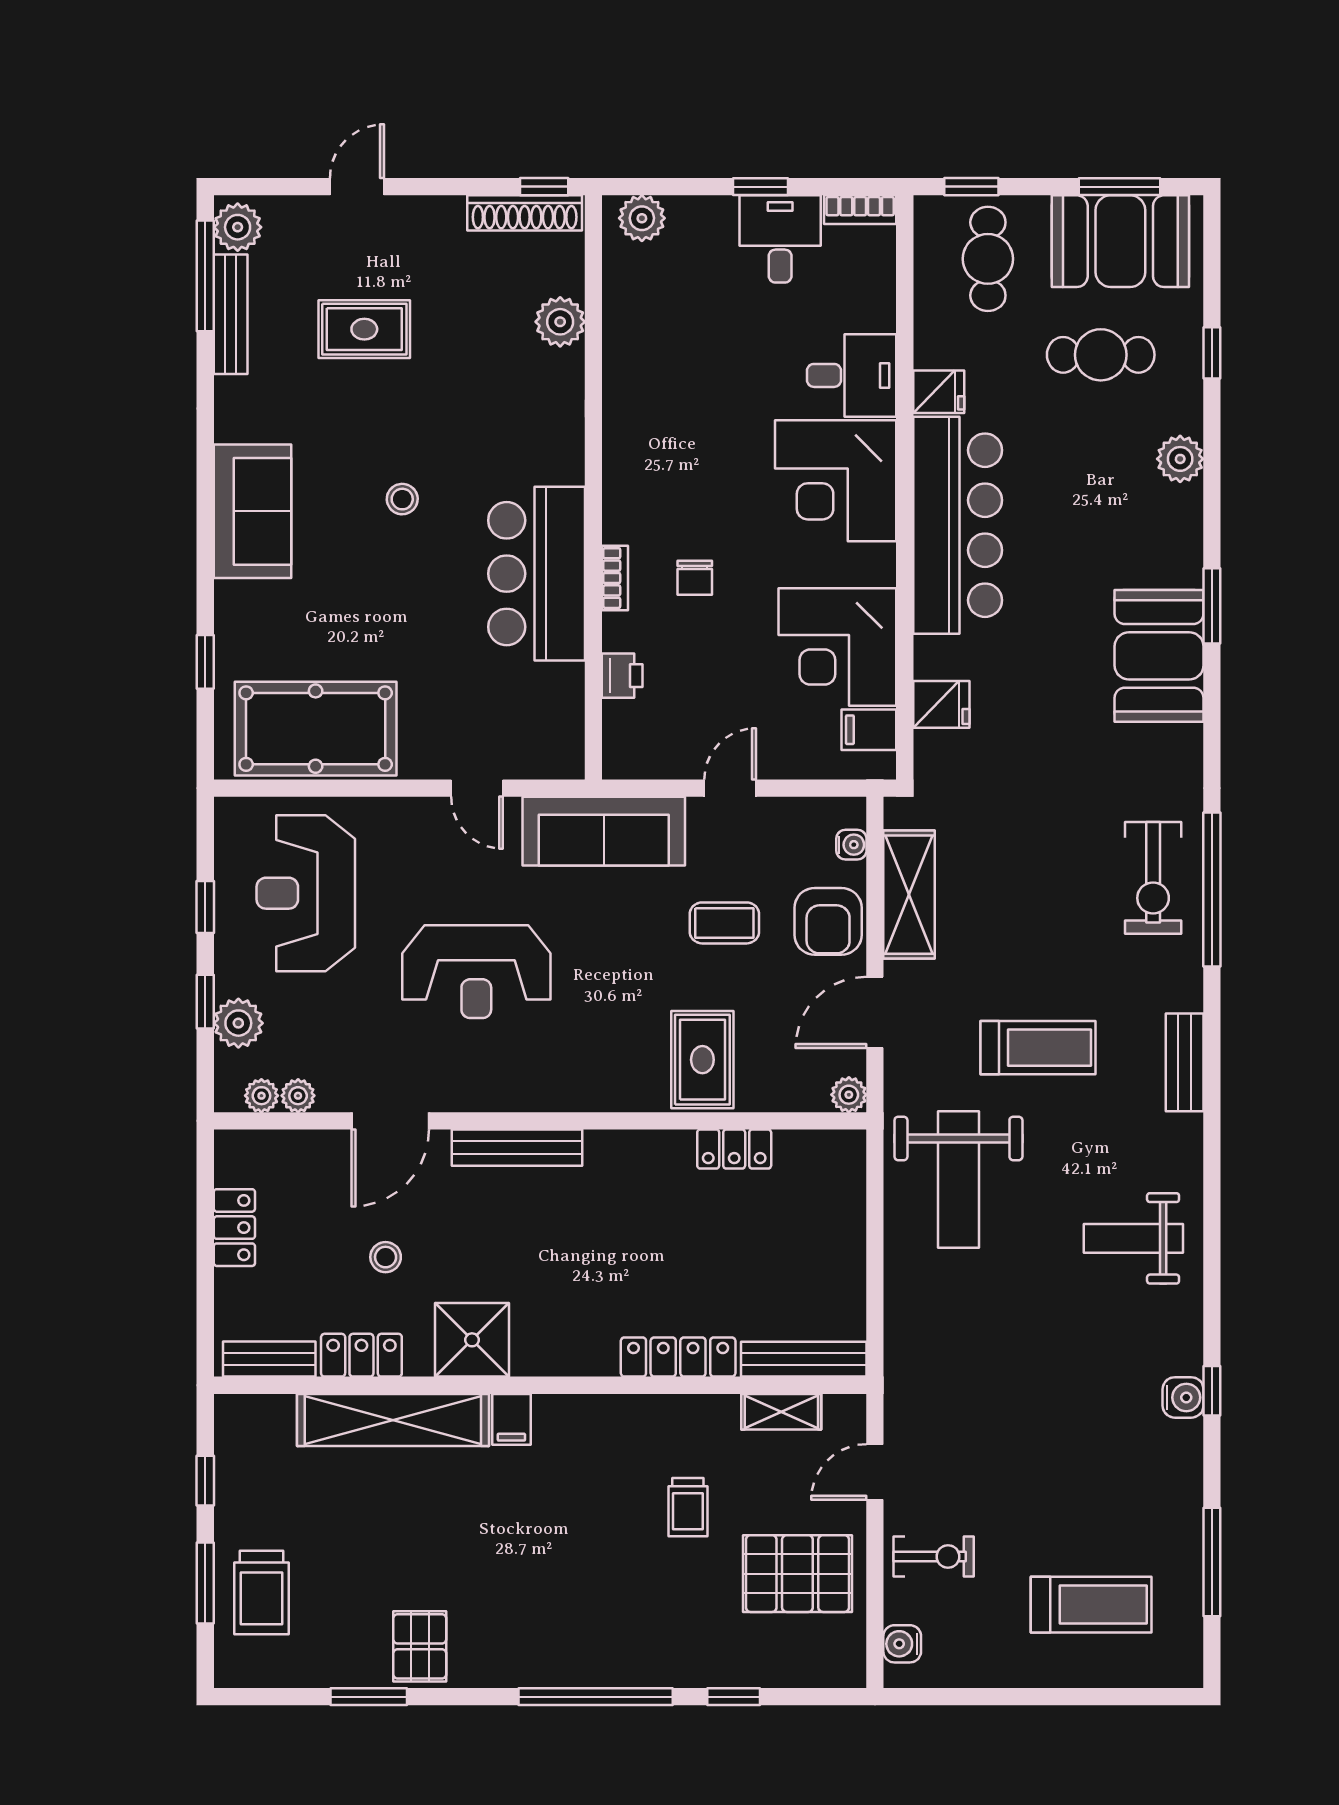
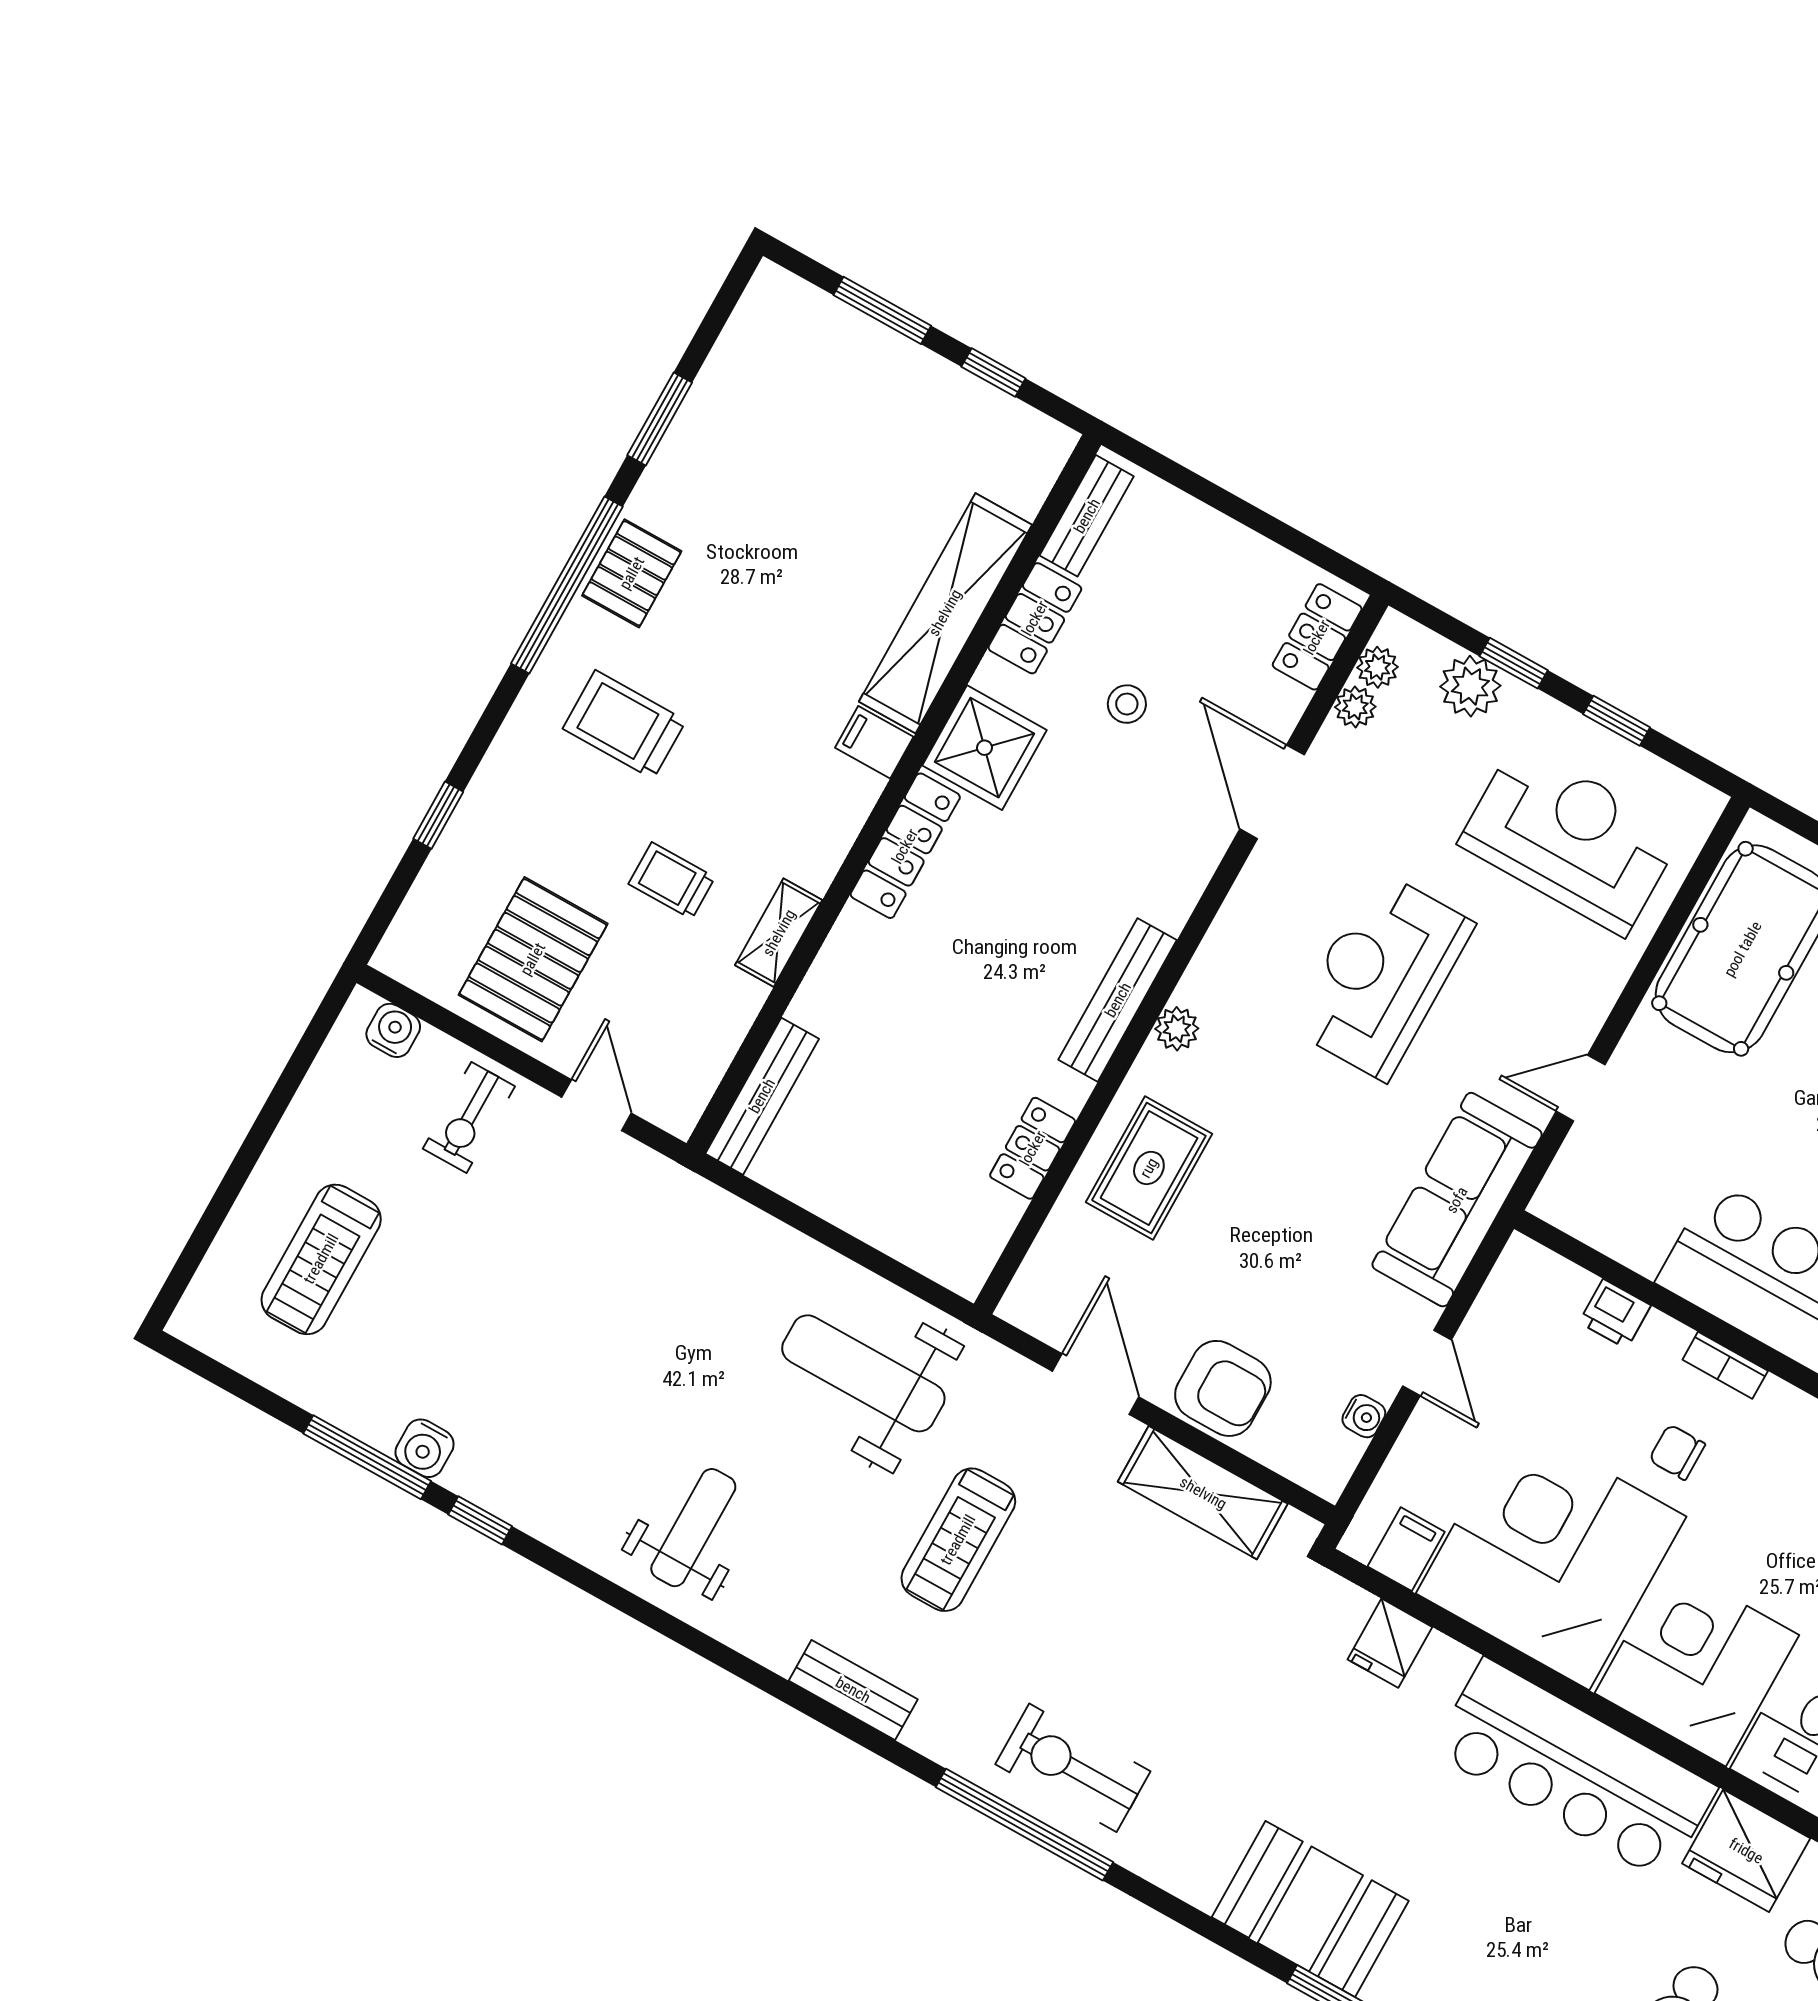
fridge: (939, 392) -> (1746, 1851), width x1.88, depth x1.34
corner desk: (837, 647) -> (1551, 1555), width x1.36, depth x1.36
water cooler: (851, 845) -> (1364, 1416), moved, turned -90
armchair: (828, 921) -> (1223, 1388), turned 180
coffee table: (724, 923) -> (1284, 1275), removed
rug: (702, 1060) -> (1149, 1168), turned 90
plant: (849, 1095) -> (1177, 1029), moved
bench: (517, 1148) -> (1118, 1000), moved
locker: (234, 1228) -> (1317, 637), moved, turned 90
locker: (678, 1357) -> (905, 846), moved
water cooler: (1183, 1397) -> (425, 1448), moved
shelving: (781, 1412) -> (779, 933), moved
window: (1212, 1562) -> (367, 1457), moved
trolley: (262, 1593) -> (624, 725), moved
pallet: (420, 1646) -> (632, 573), moved, turned 90
window: (596, 1697) -> (567, 585), moved

